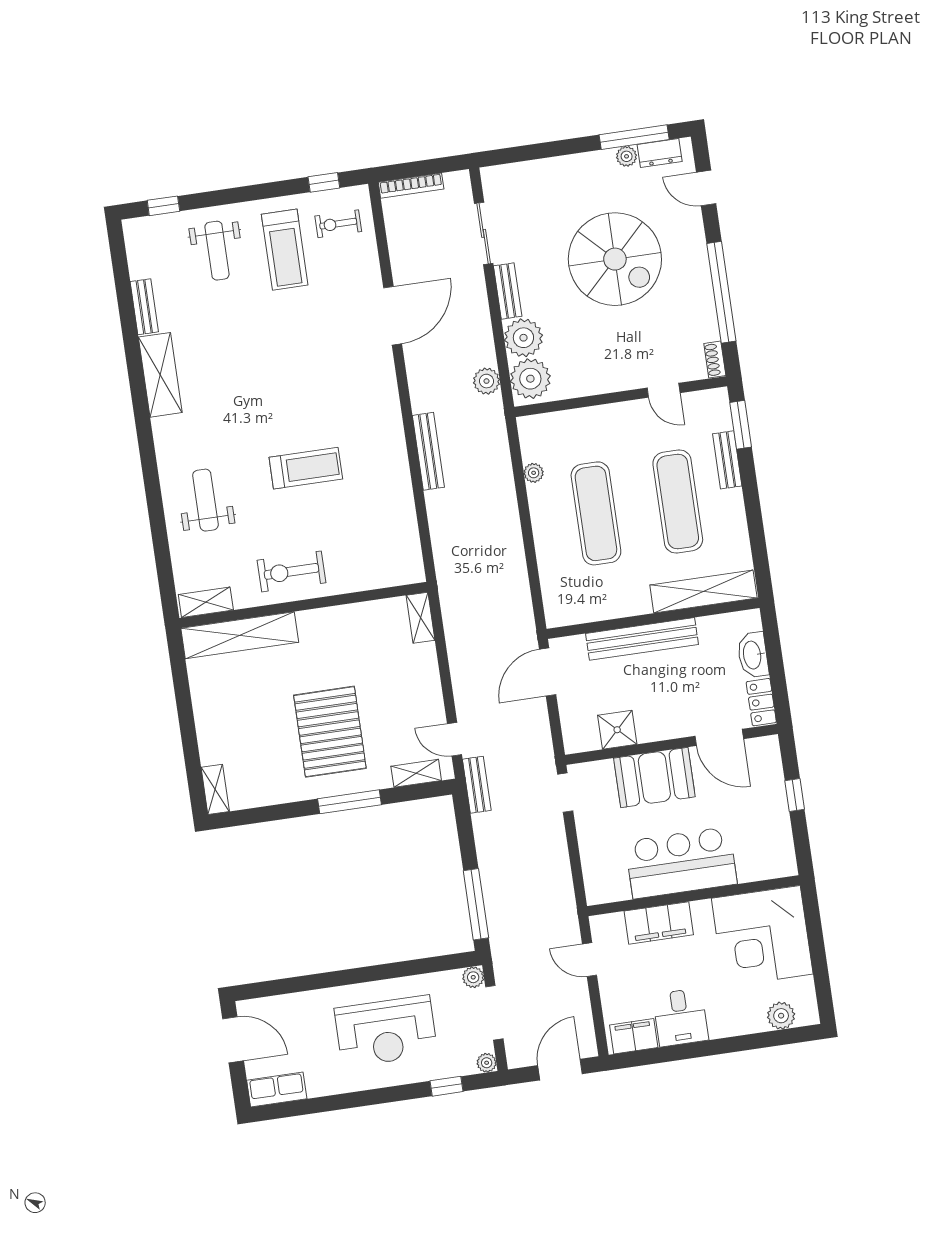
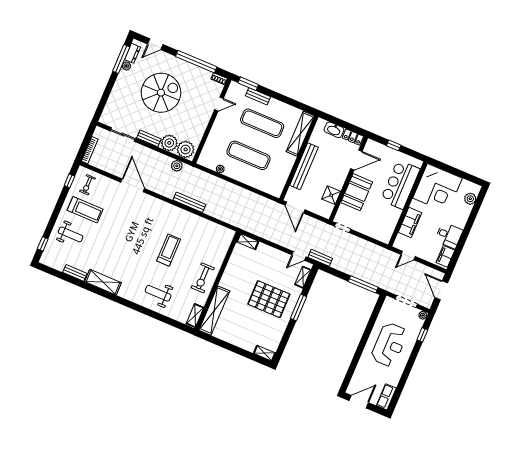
bar counter: (681, 863) -> (400, 184), moved
plant: (473, 977) -> (389, 301), removed

